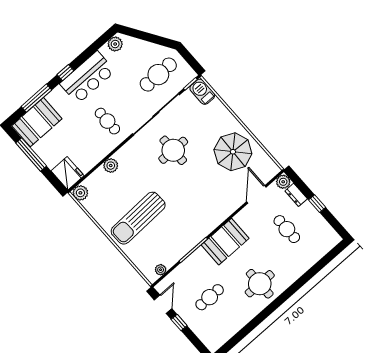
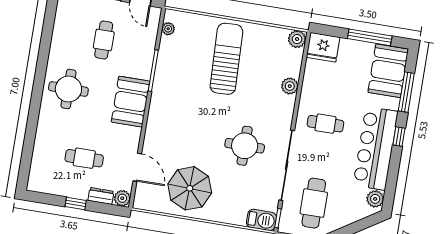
bar counter: (87, 77) -> (376, 148), width x1.36

